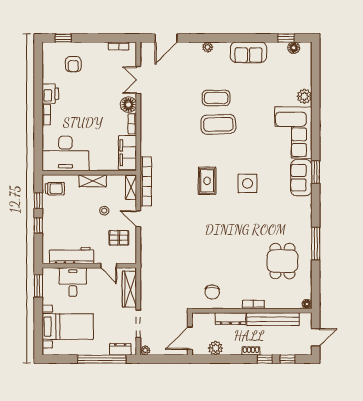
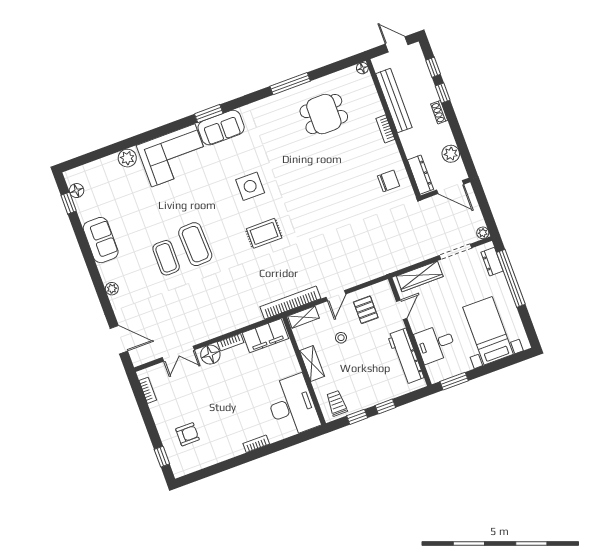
printer: (50, 94) -> (231, 448), removed
dresser: (231, 319) -> (420, 175), moved

